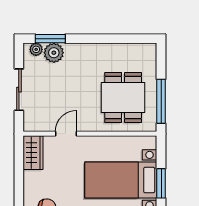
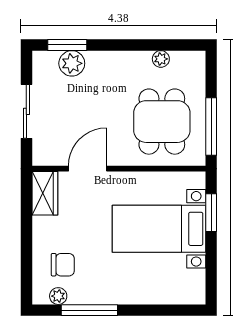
plant: (36, 49) -> (161, 59), moved
door: (66, 134) -> (88, 169), width x1.38
window: (161, 183) -> (211, 213), moved

